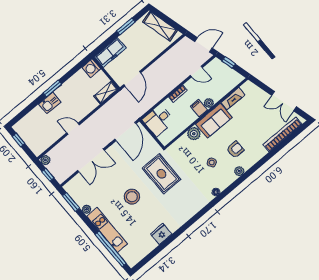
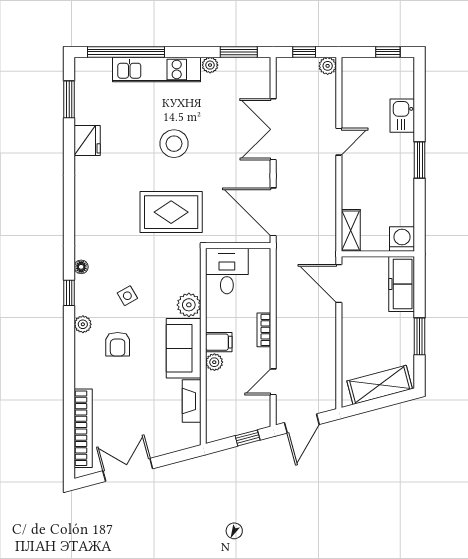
kitchen sink: (50, 103) -> (402, 116), moved
desk: (158, 120) -> (227, 271), moved
window: (231, 188) -> (69, 293), added
window: (150, 256) -> (69, 99), added

